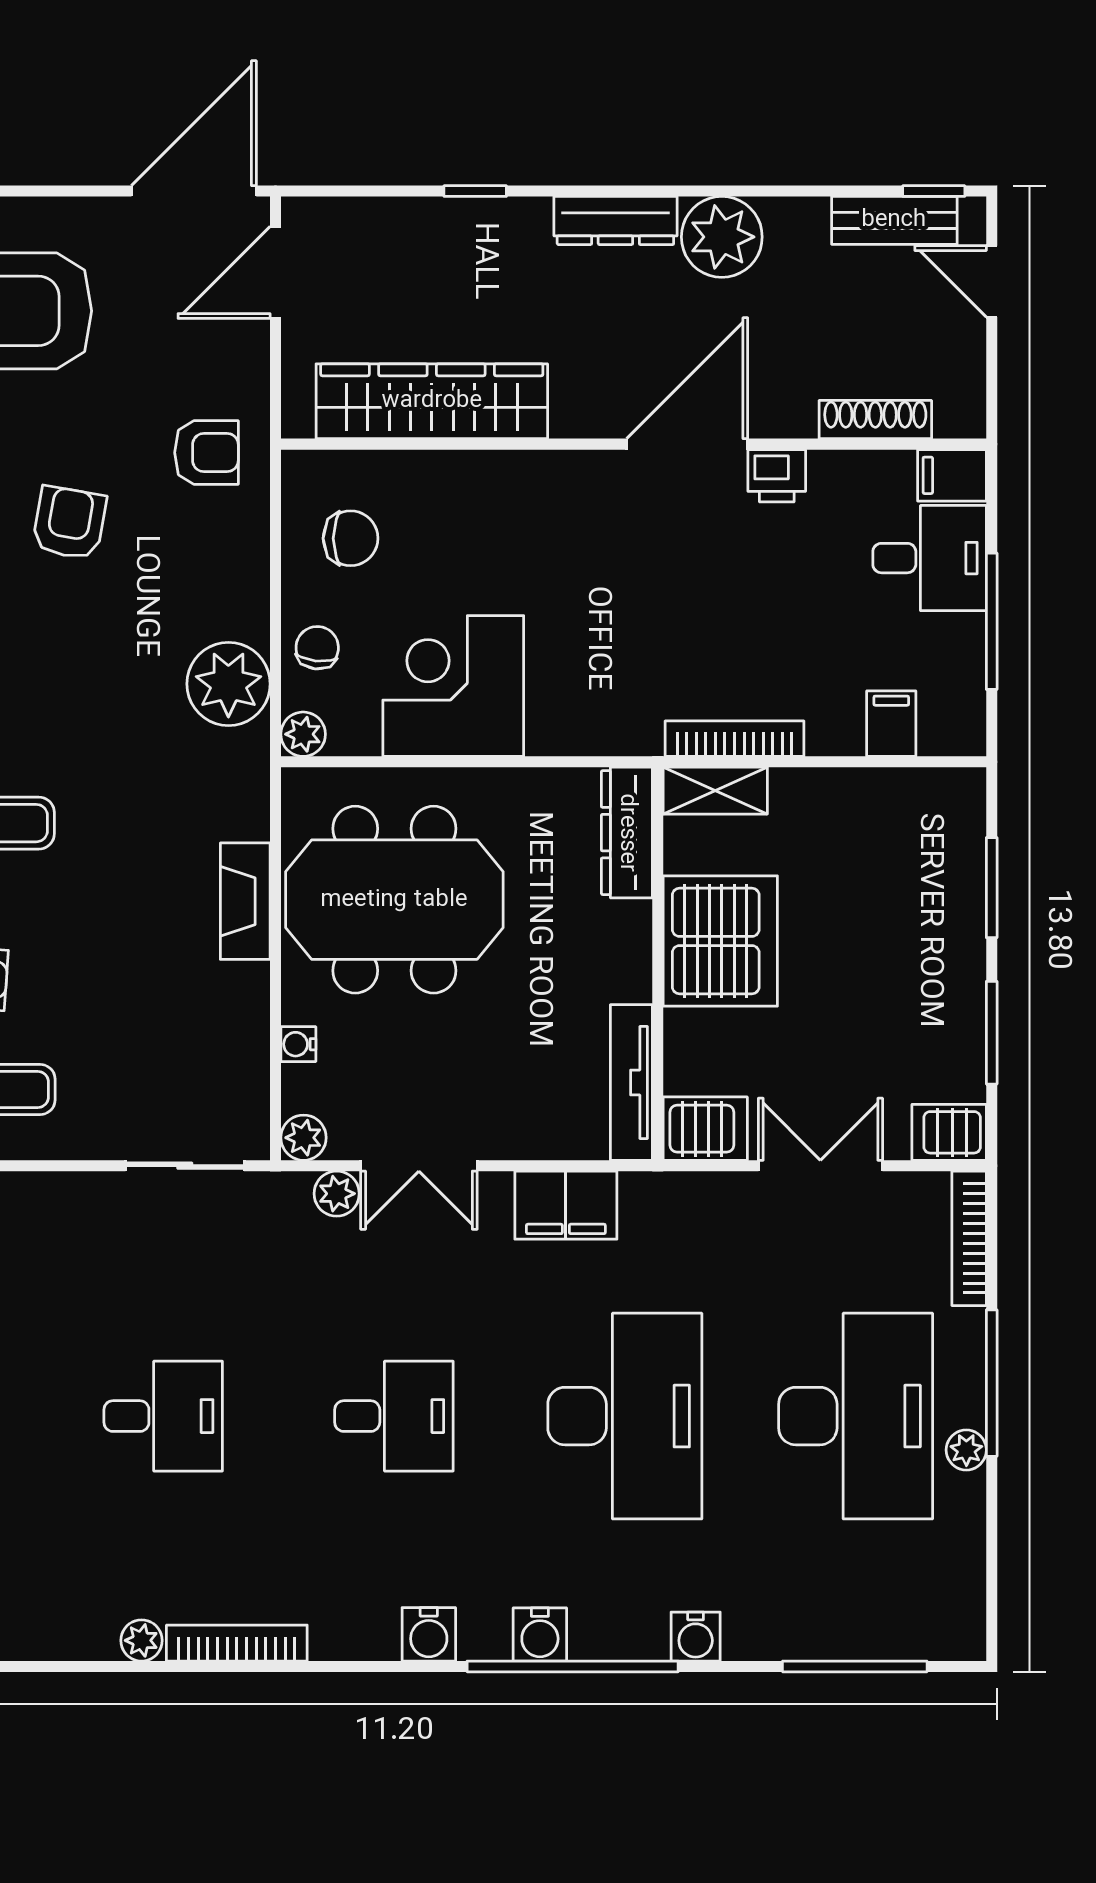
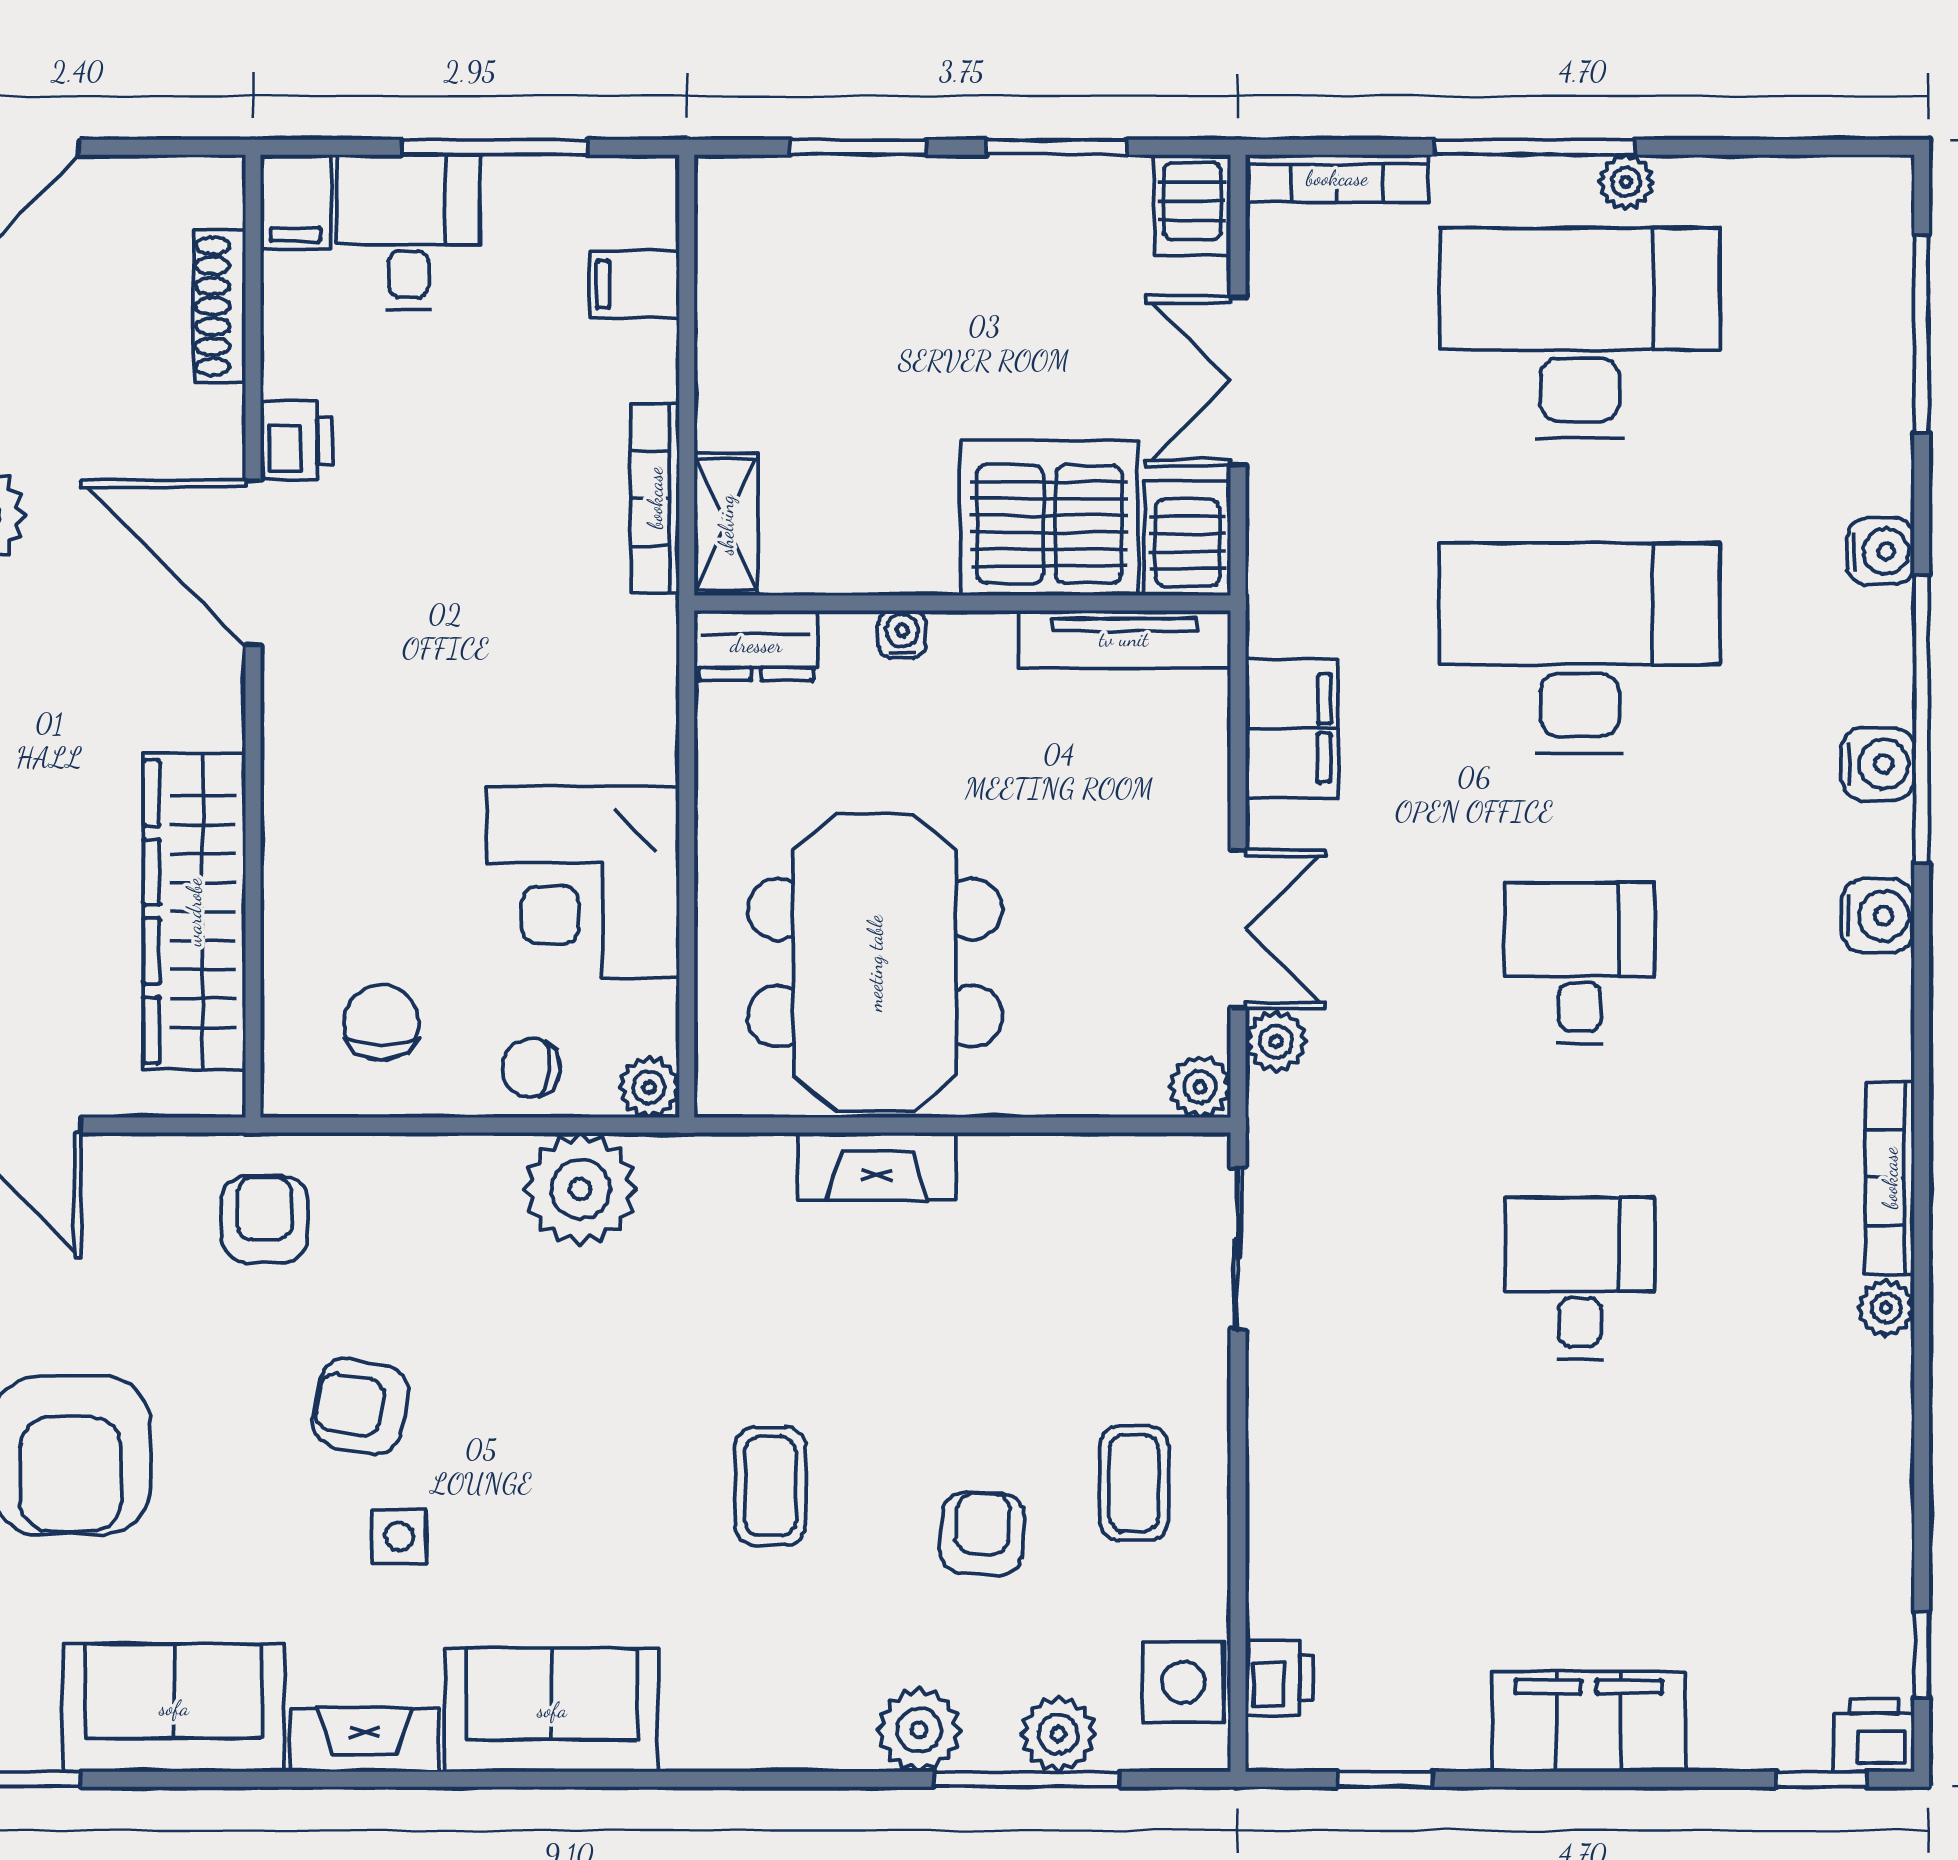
dresser: (627, 833) -> (756, 645), width x0.70
server rack: (720, 941) -> (1049, 518), moved
water cooler: (298, 1044) -> (902, 634), moved, turned 180

